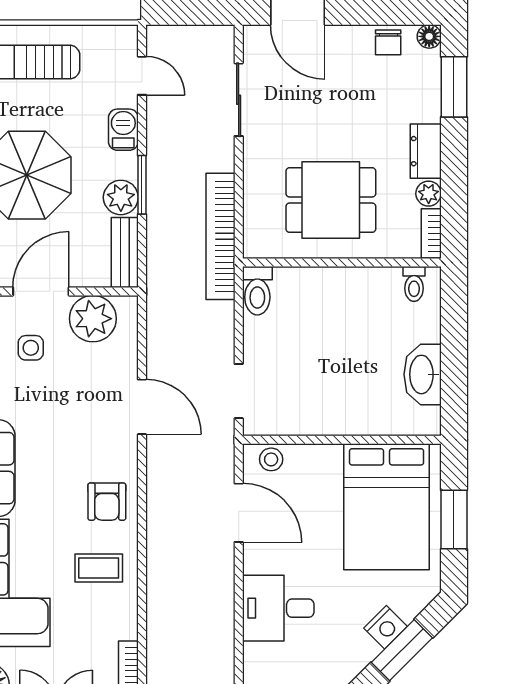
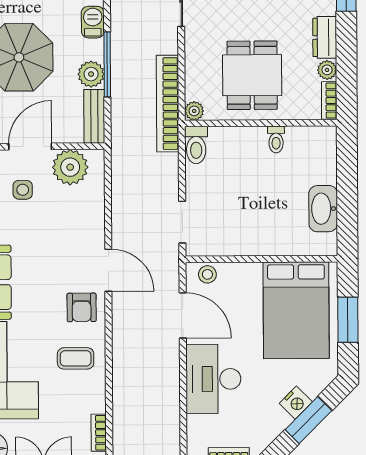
window: (142, 185) -> (107, 64), width x1.44
dining table: (331, 200) -> (252, 75), turned 90
plant: (255, 246) -> (194, 111), added
toilet: (414, 284) -> (276, 139), moved
door: (142, 407) -> (108, 270), moved
desk: (278, 608) -> (213, 379), width x1.37

